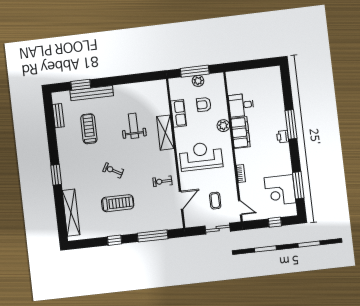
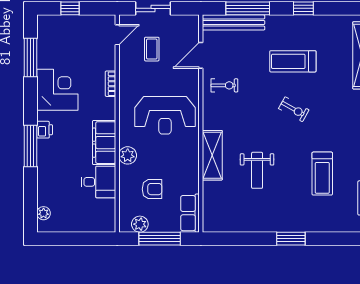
plant: (277, 79) -> (44, 213), added
plant: (198, 81) -> (140, 224), moved
window: (81, 85) -> (291, 239), moved
bench: (92, 93) -> (234, 22), moved
row of seats: (178, 113) -> (190, 213), moved
corner desk: (280, 190) -> (57, 90), moved
door: (240, 208) -> (117, 35), swing flipped

